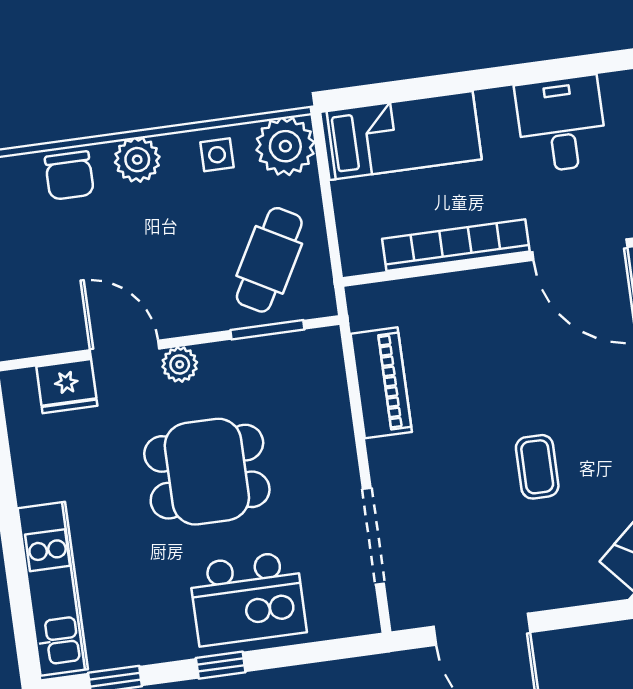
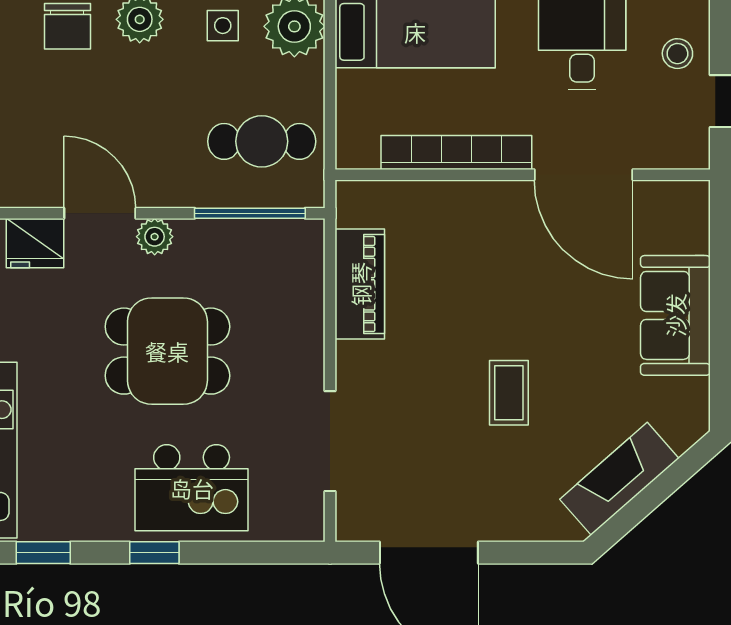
cafe table: (269, 260) -> (262, 141), turned 61
window: (267, 330) -> (250, 213), width x1.44

